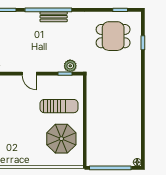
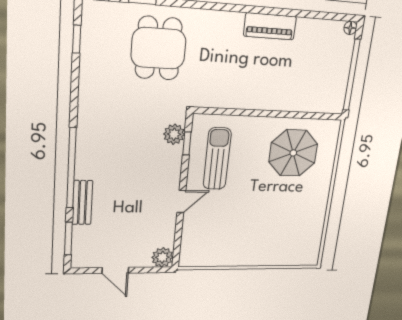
bench: (54, 17) -> (82, 203), moved
dining table: (113, 36) -> (159, 48), moved
sun lounger: (59, 106) -> (217, 159), moved
piano: (135, 114) -> (270, 26), added

